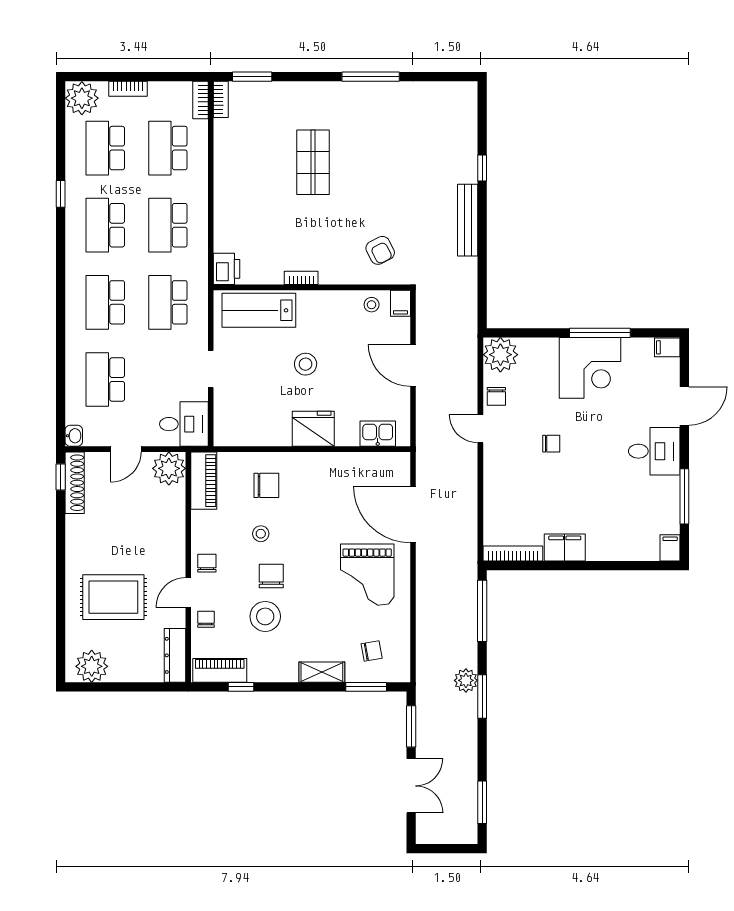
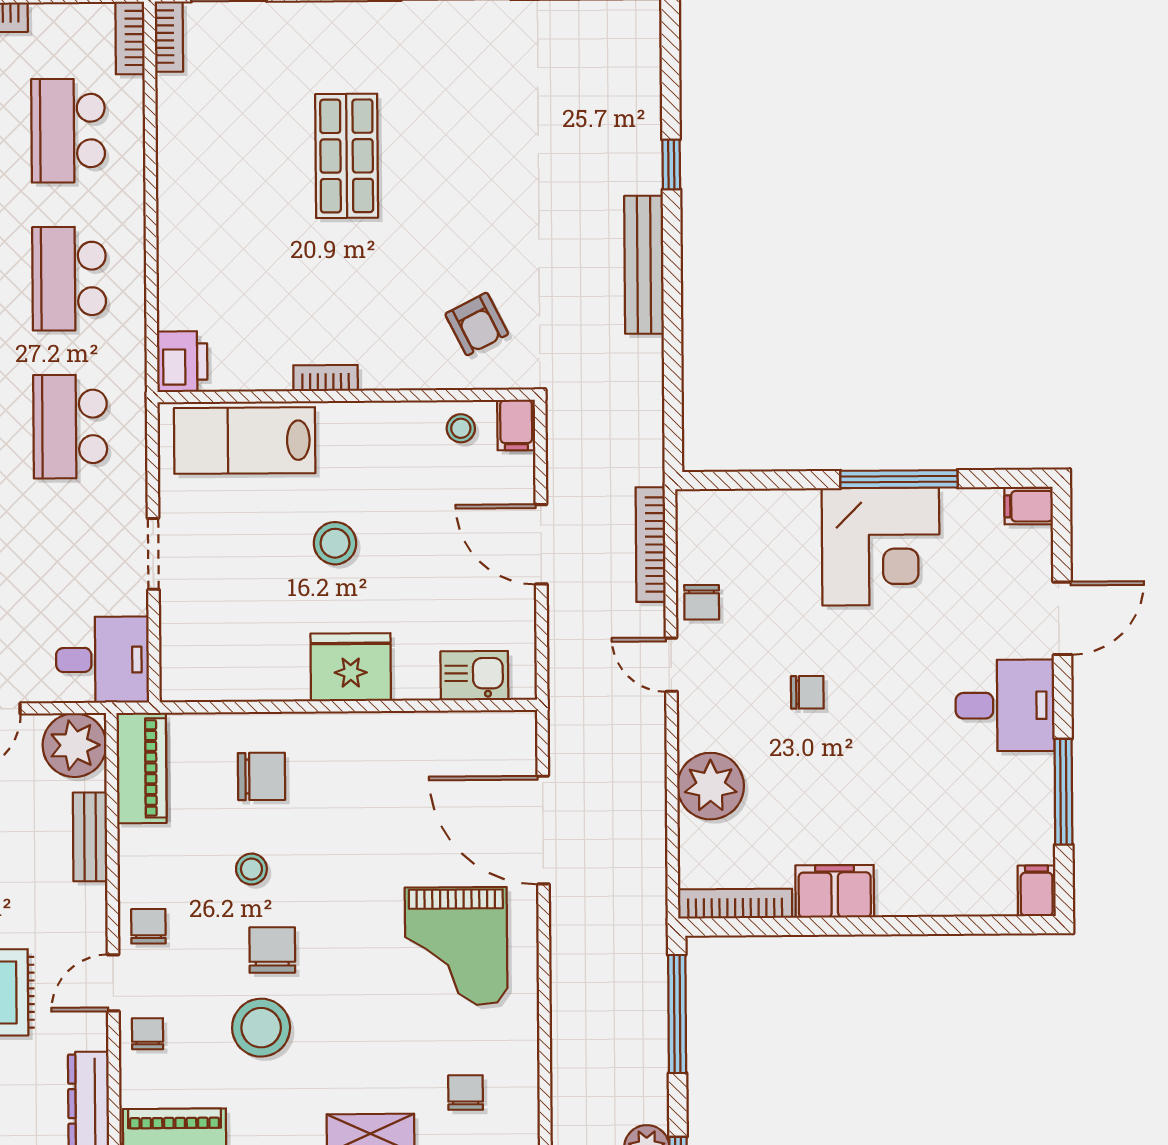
plant: (500, 355) -> (711, 786), moved
bookcase: (470, 366) -> (651, 545), added
bench: (177, 516) -> (90, 837), added
chair: (372, 651) -> (466, 1093), turned -80

